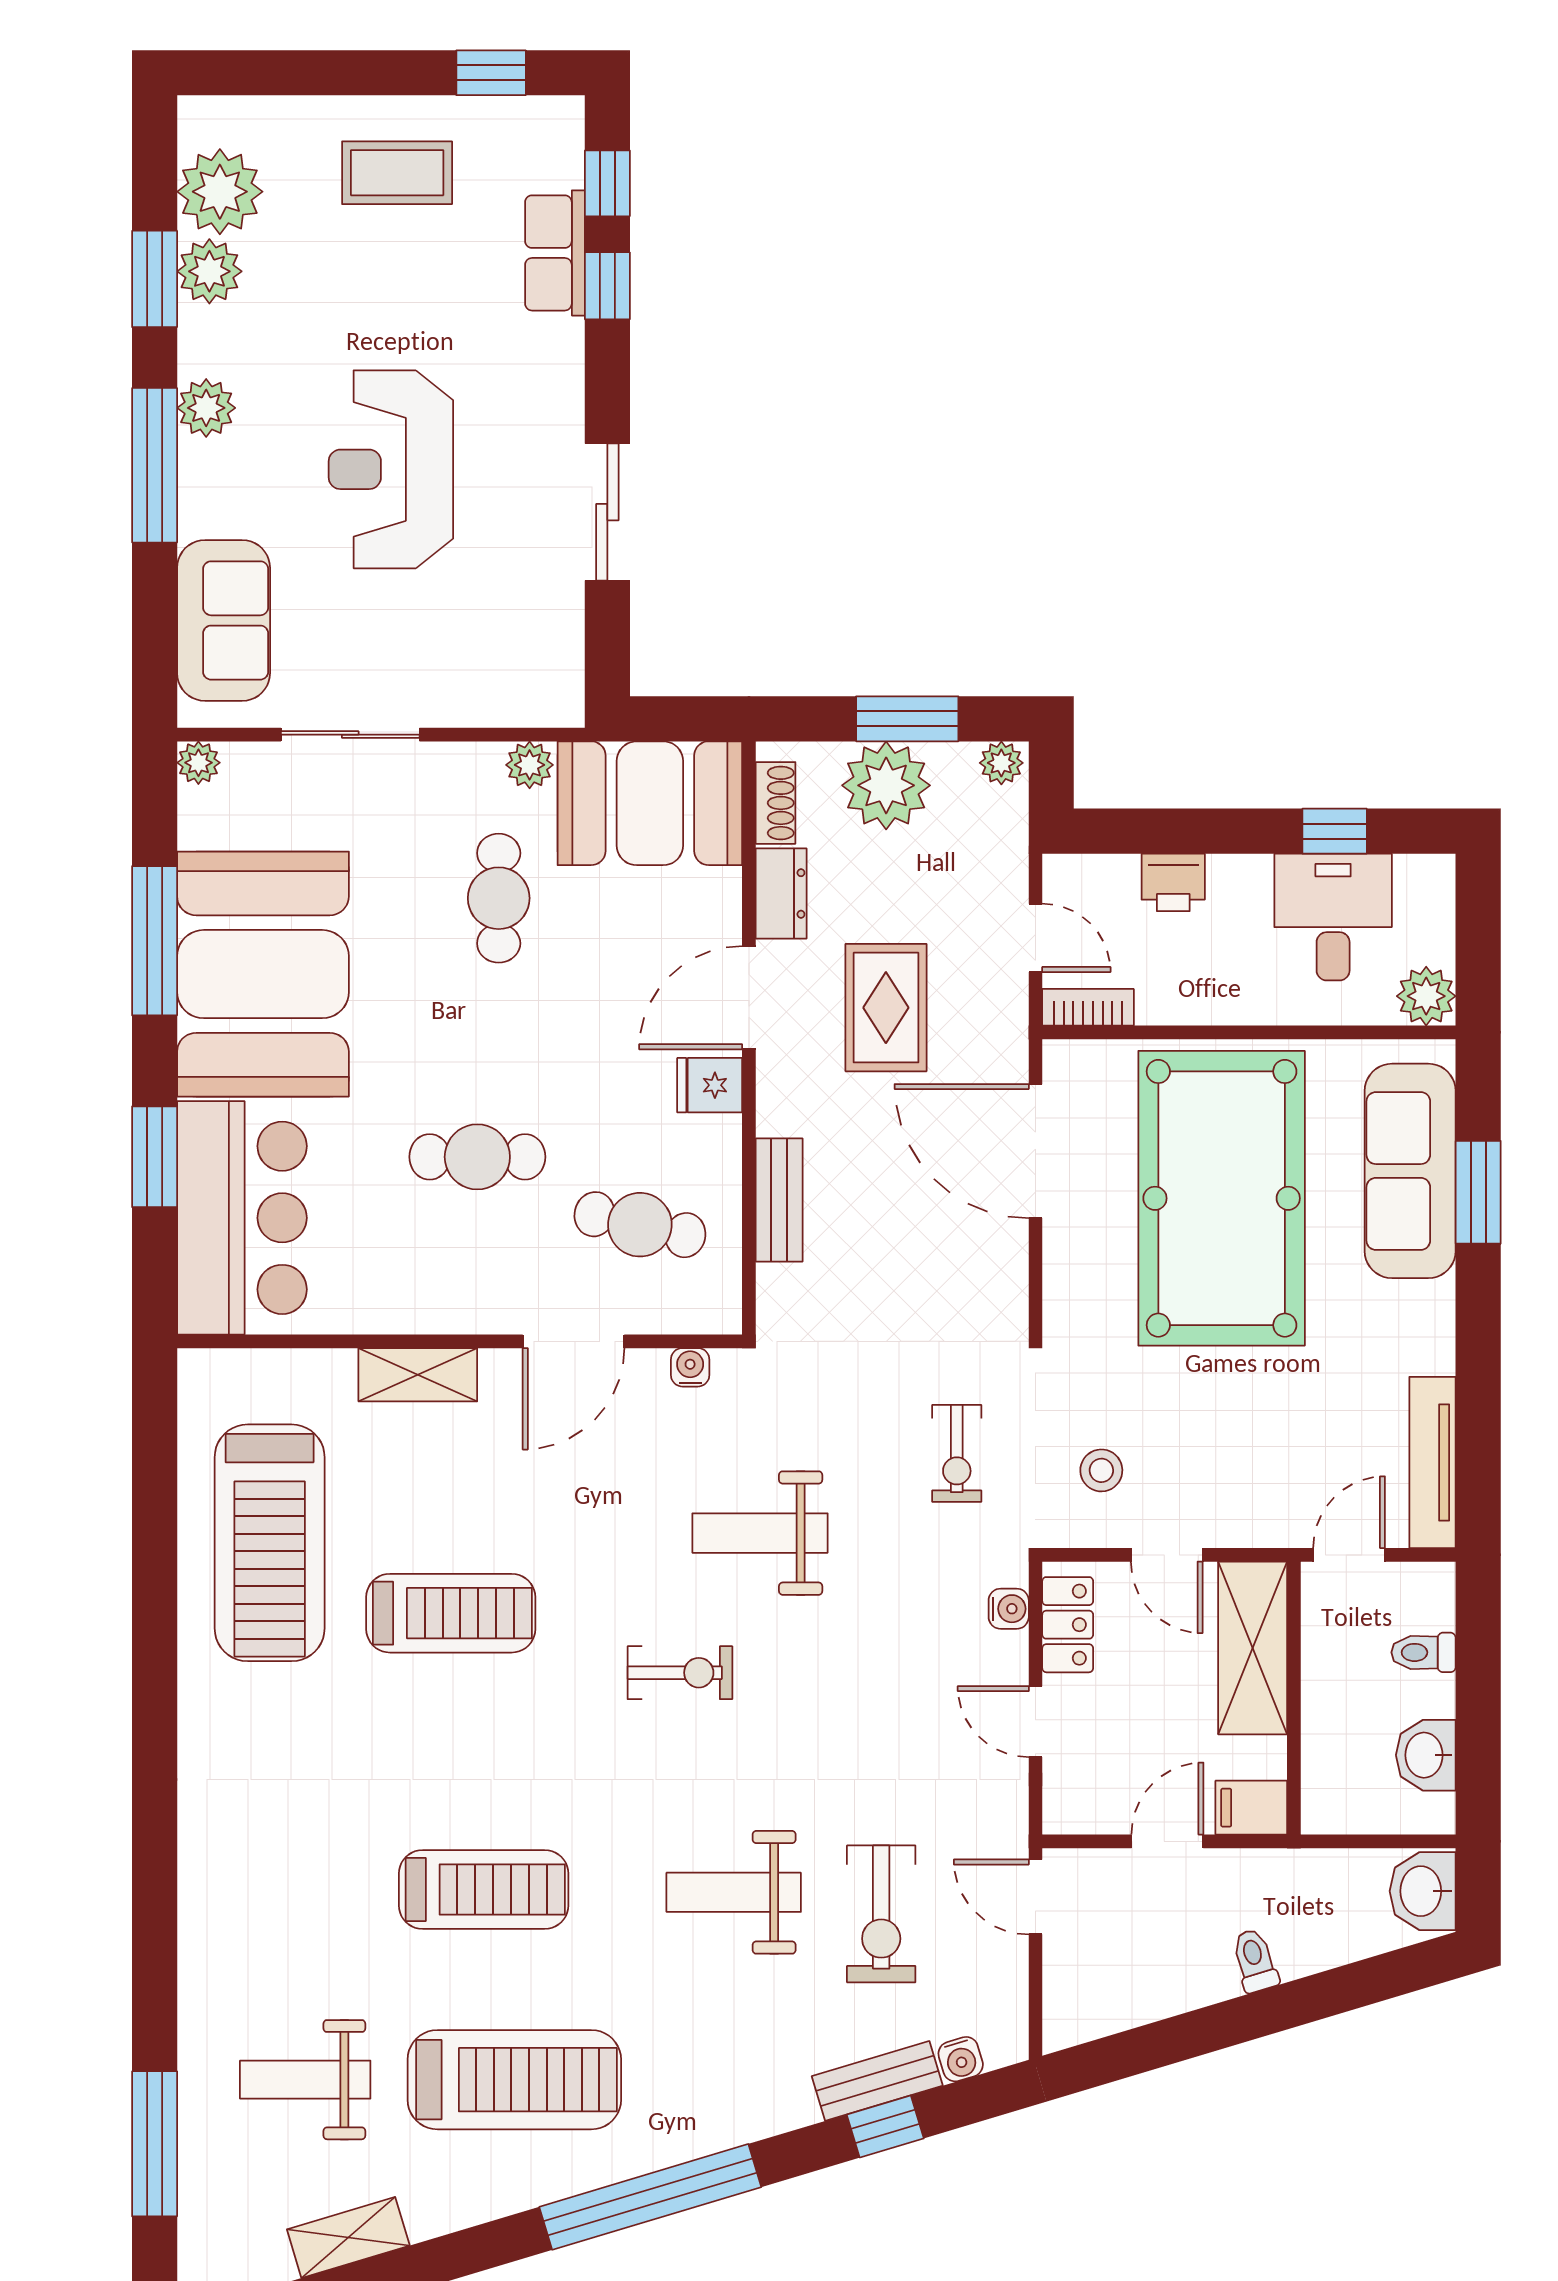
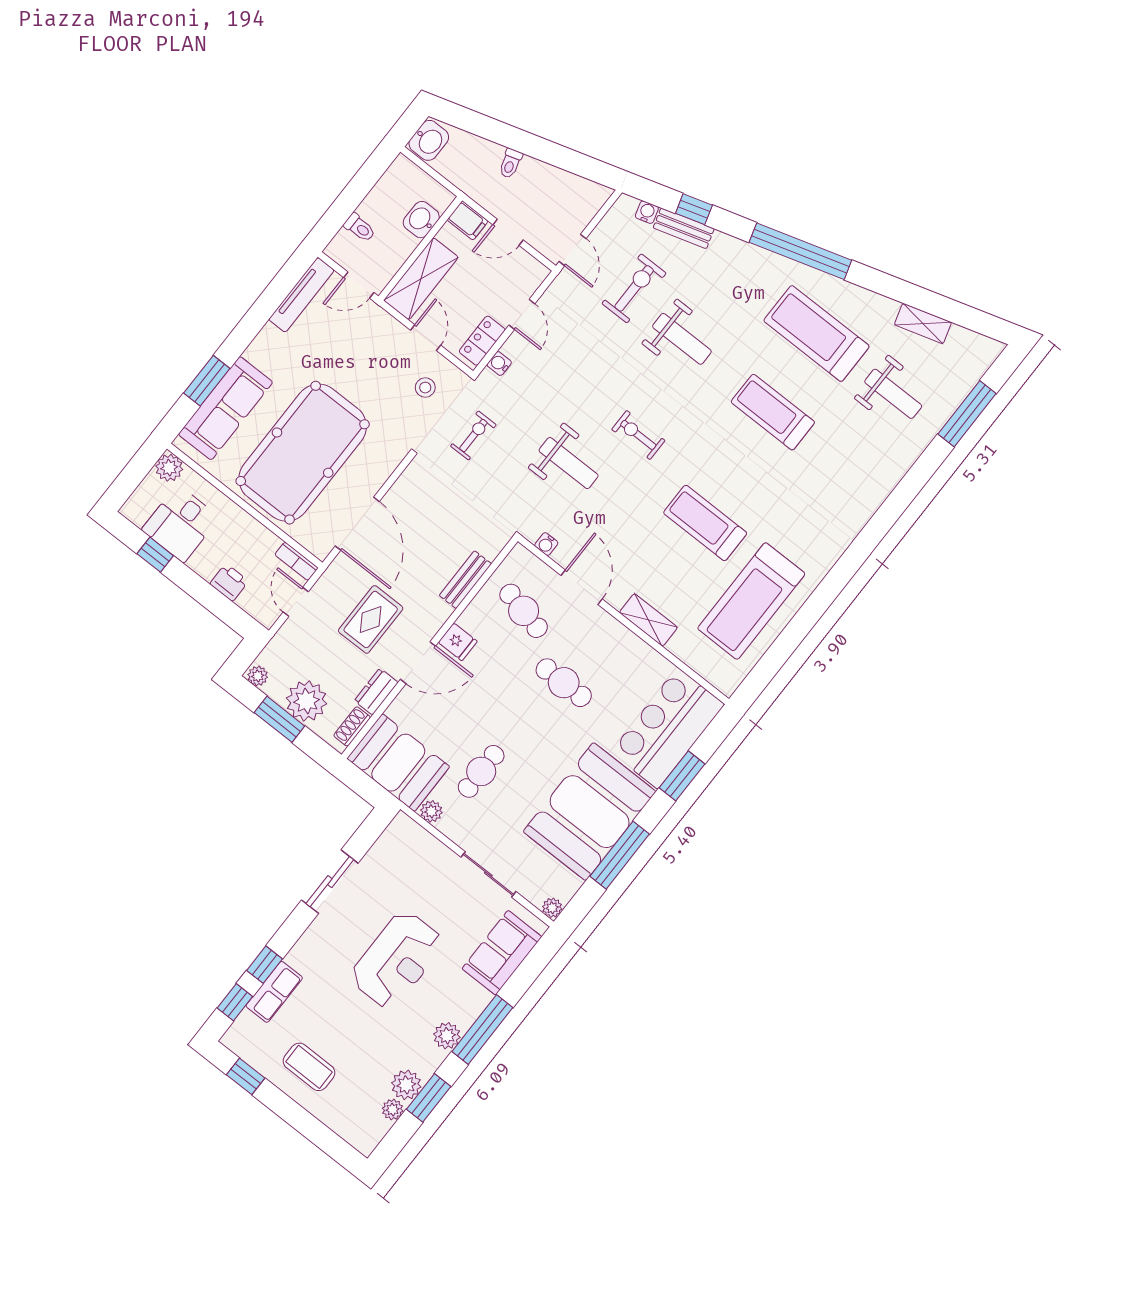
plant: (220, 192) -> (393, 1110), width x0.53, depth x0.53
door: (574, 1341) -> (582, 587), hinge flipped
treadmill: (270, 1543) -> (751, 601), turned 180
washbasin: (1426, 1755) -> (421, 220), moved, turned 180

